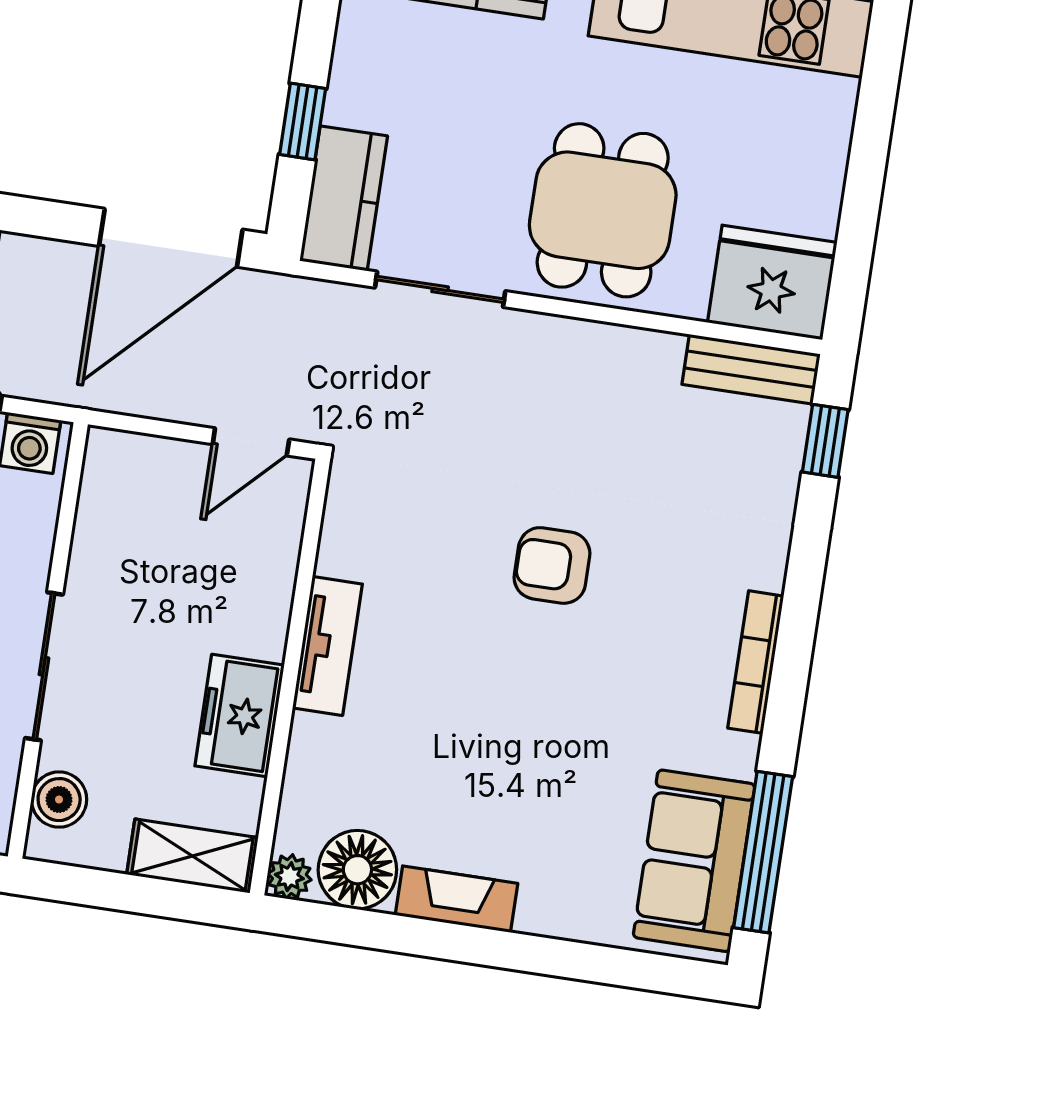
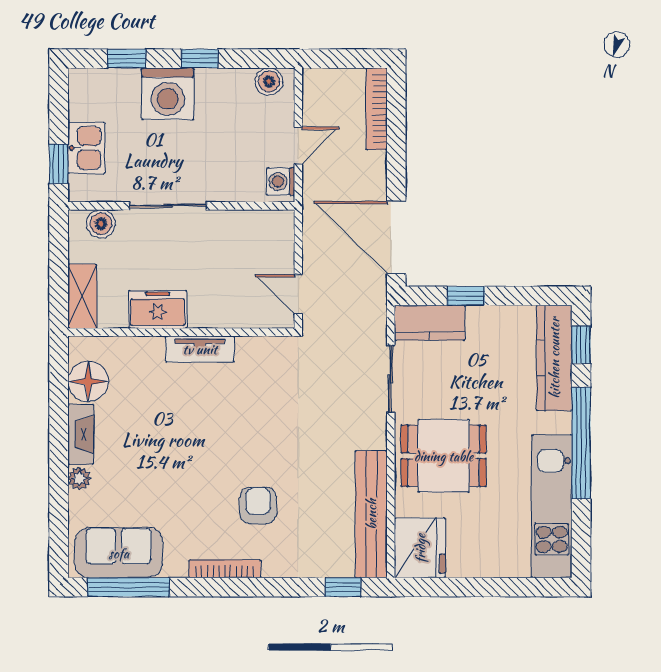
bench: (751, 369) -> (371, 514), width x1.86, depth x1.21
armchair: (552, 565) -> (258, 505), moved
plant: (289, 877) -> (79, 478), moved

